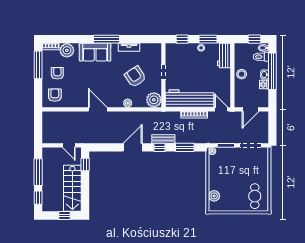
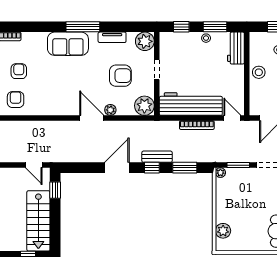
plant: (67, 50) -> (145, 41), moved
armchair: (135, 77) -> (120, 76), turned 124
door: (98, 109) -> (92, 118), moved

